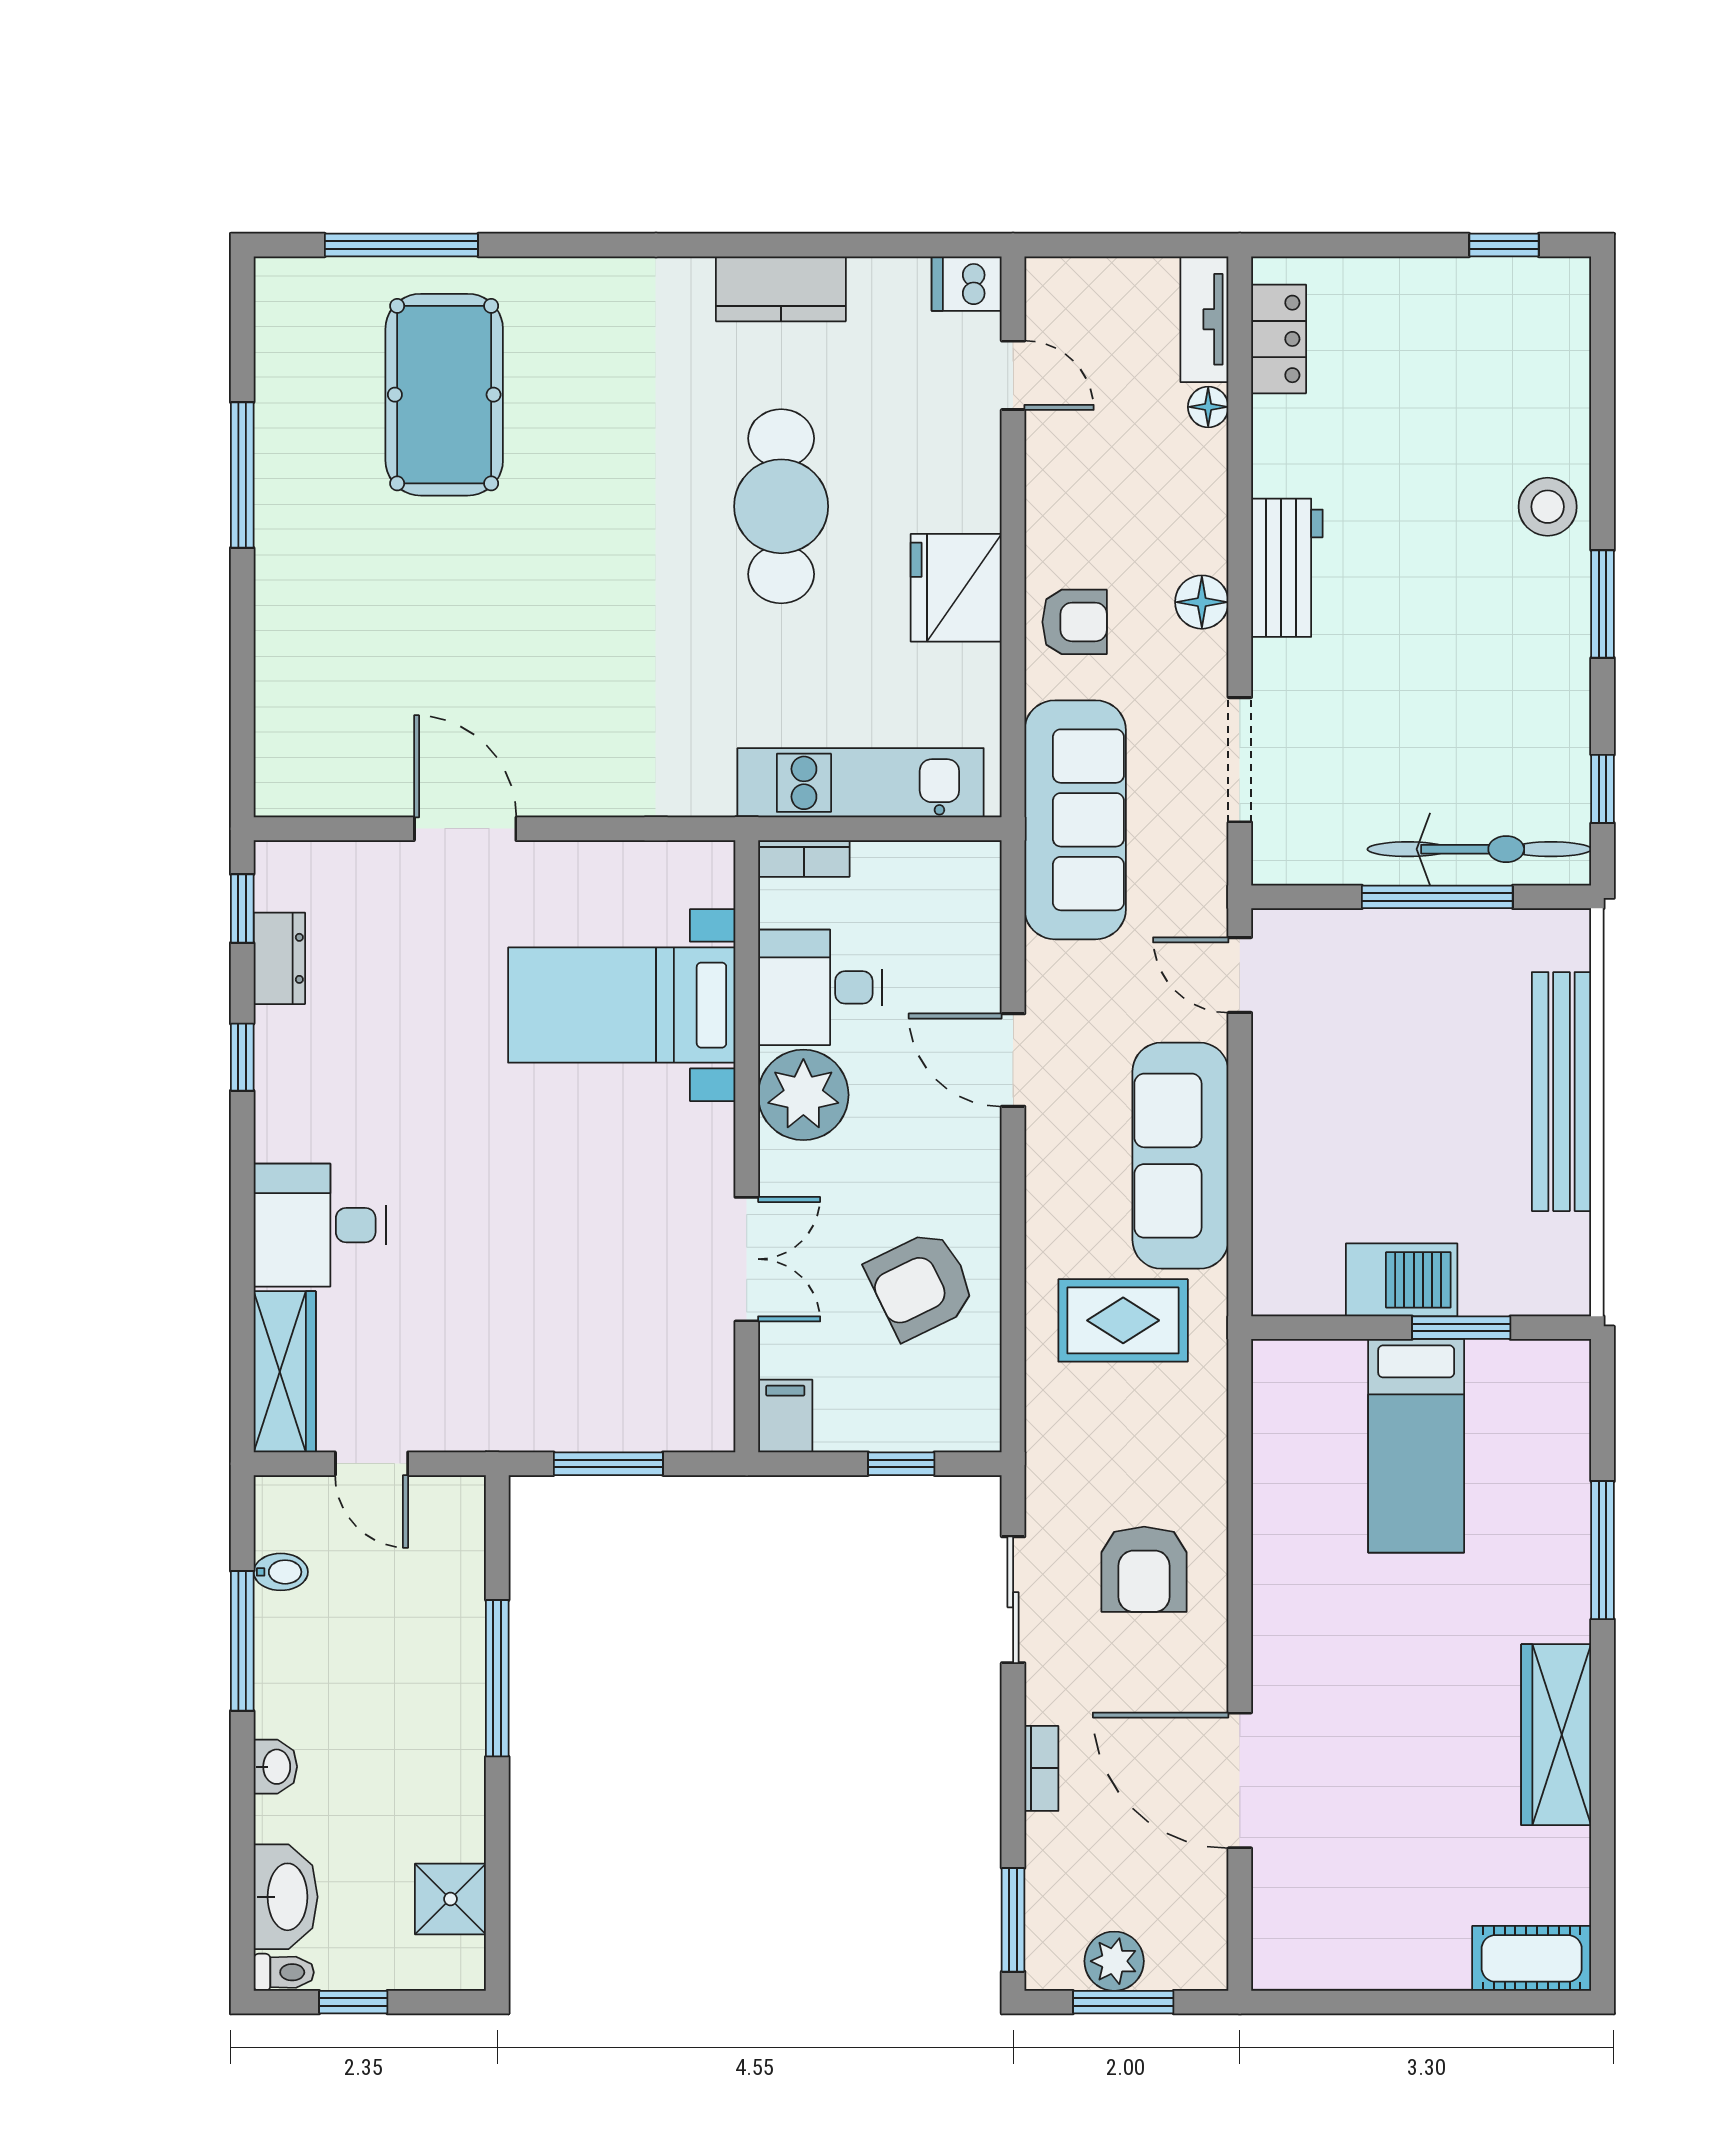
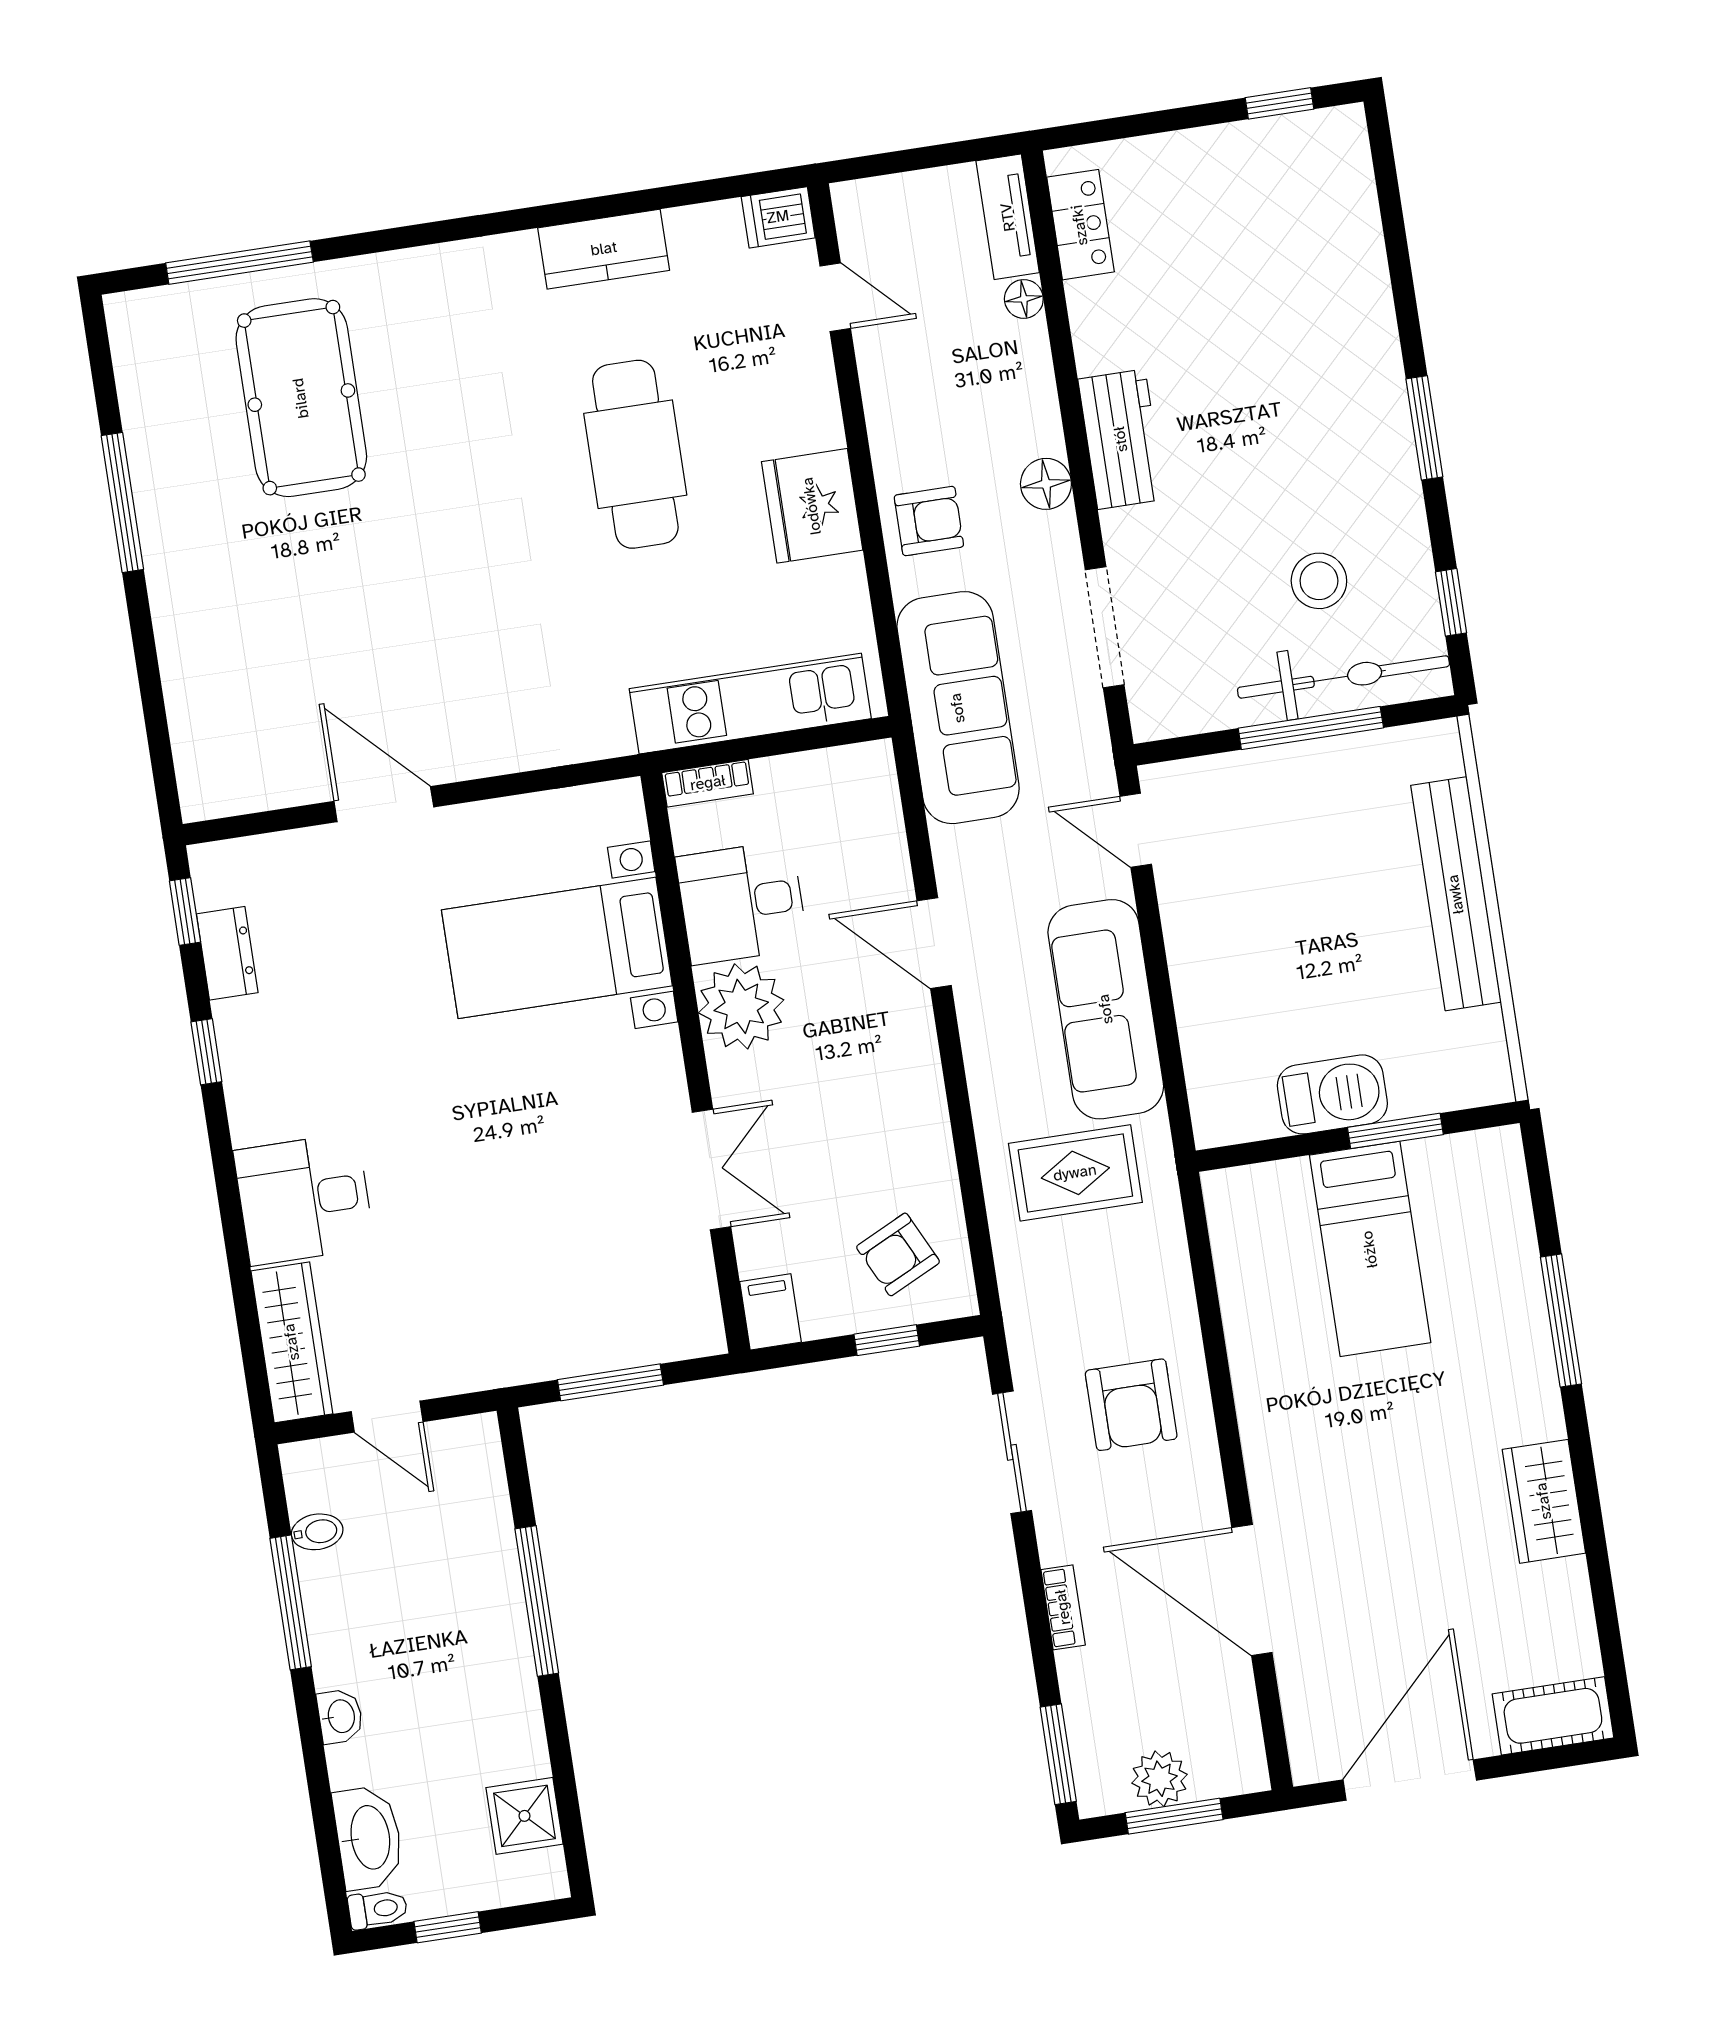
stool: (1548, 507) -> (1319, 581), moved
armchair: (921, 1285) -> (898, 1254), moved, width x0.72, depth x0.72
wardrobe: (1556, 1735) -> (1544, 1501), width x0.67
door: (1373, 2002) -> (1410, 1780), added

